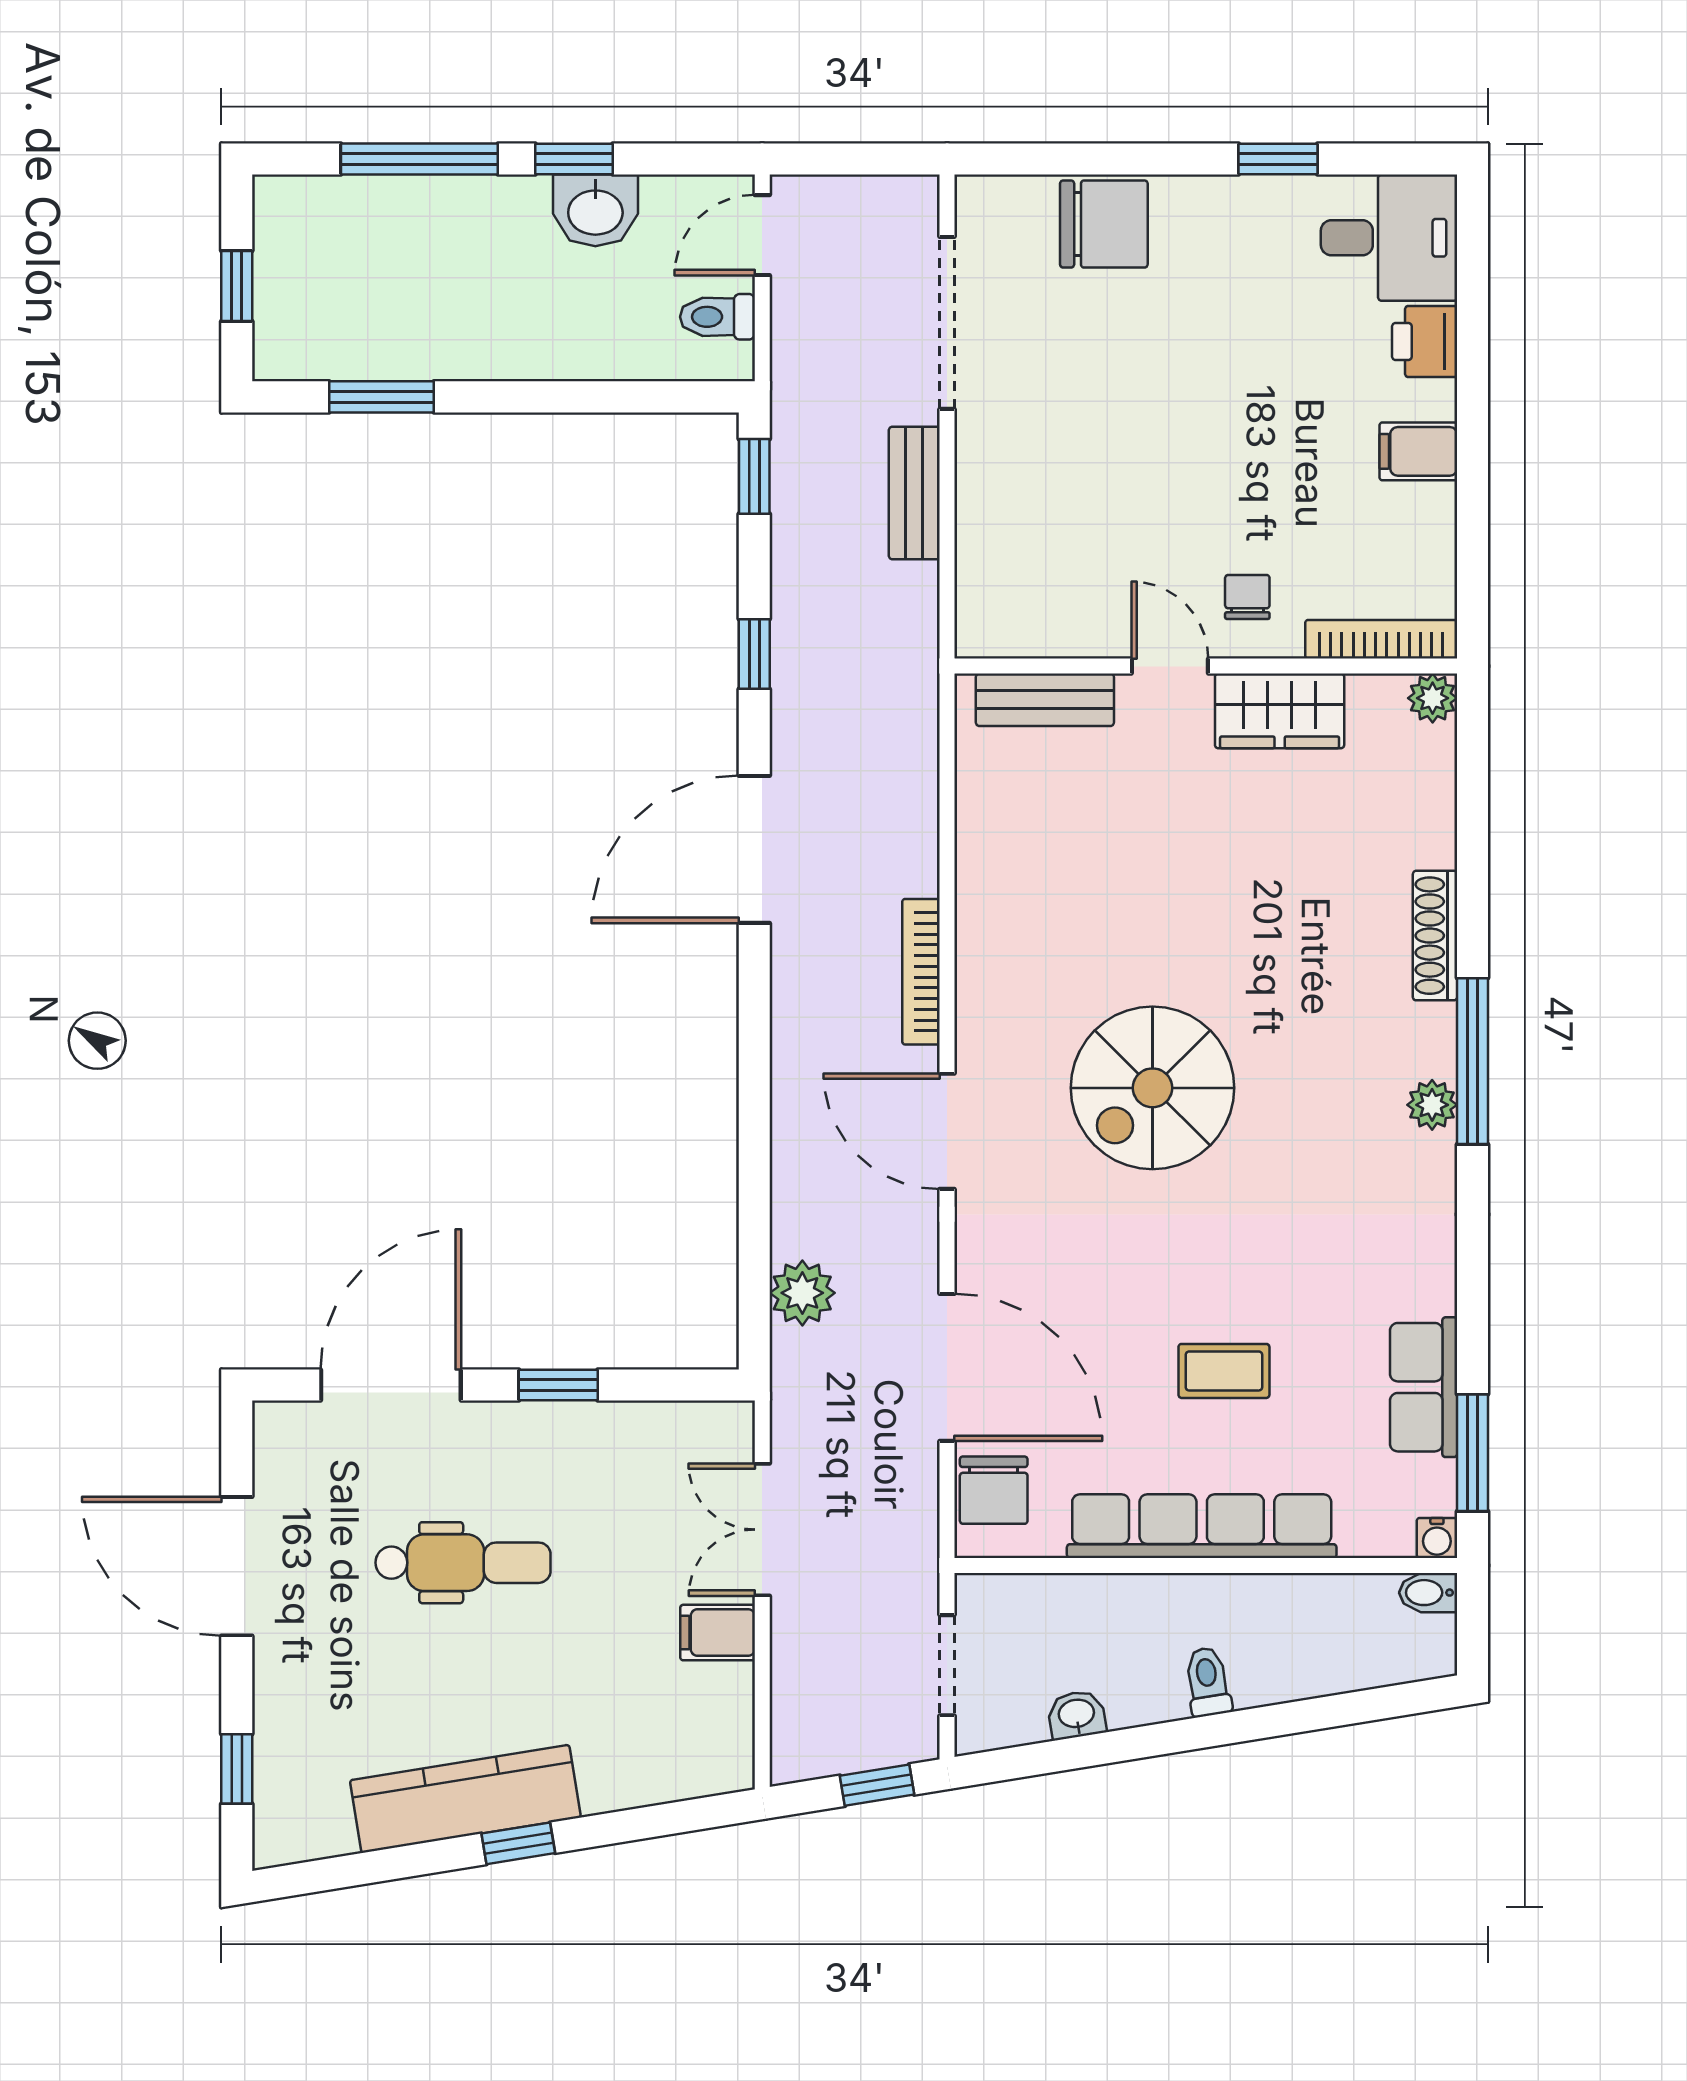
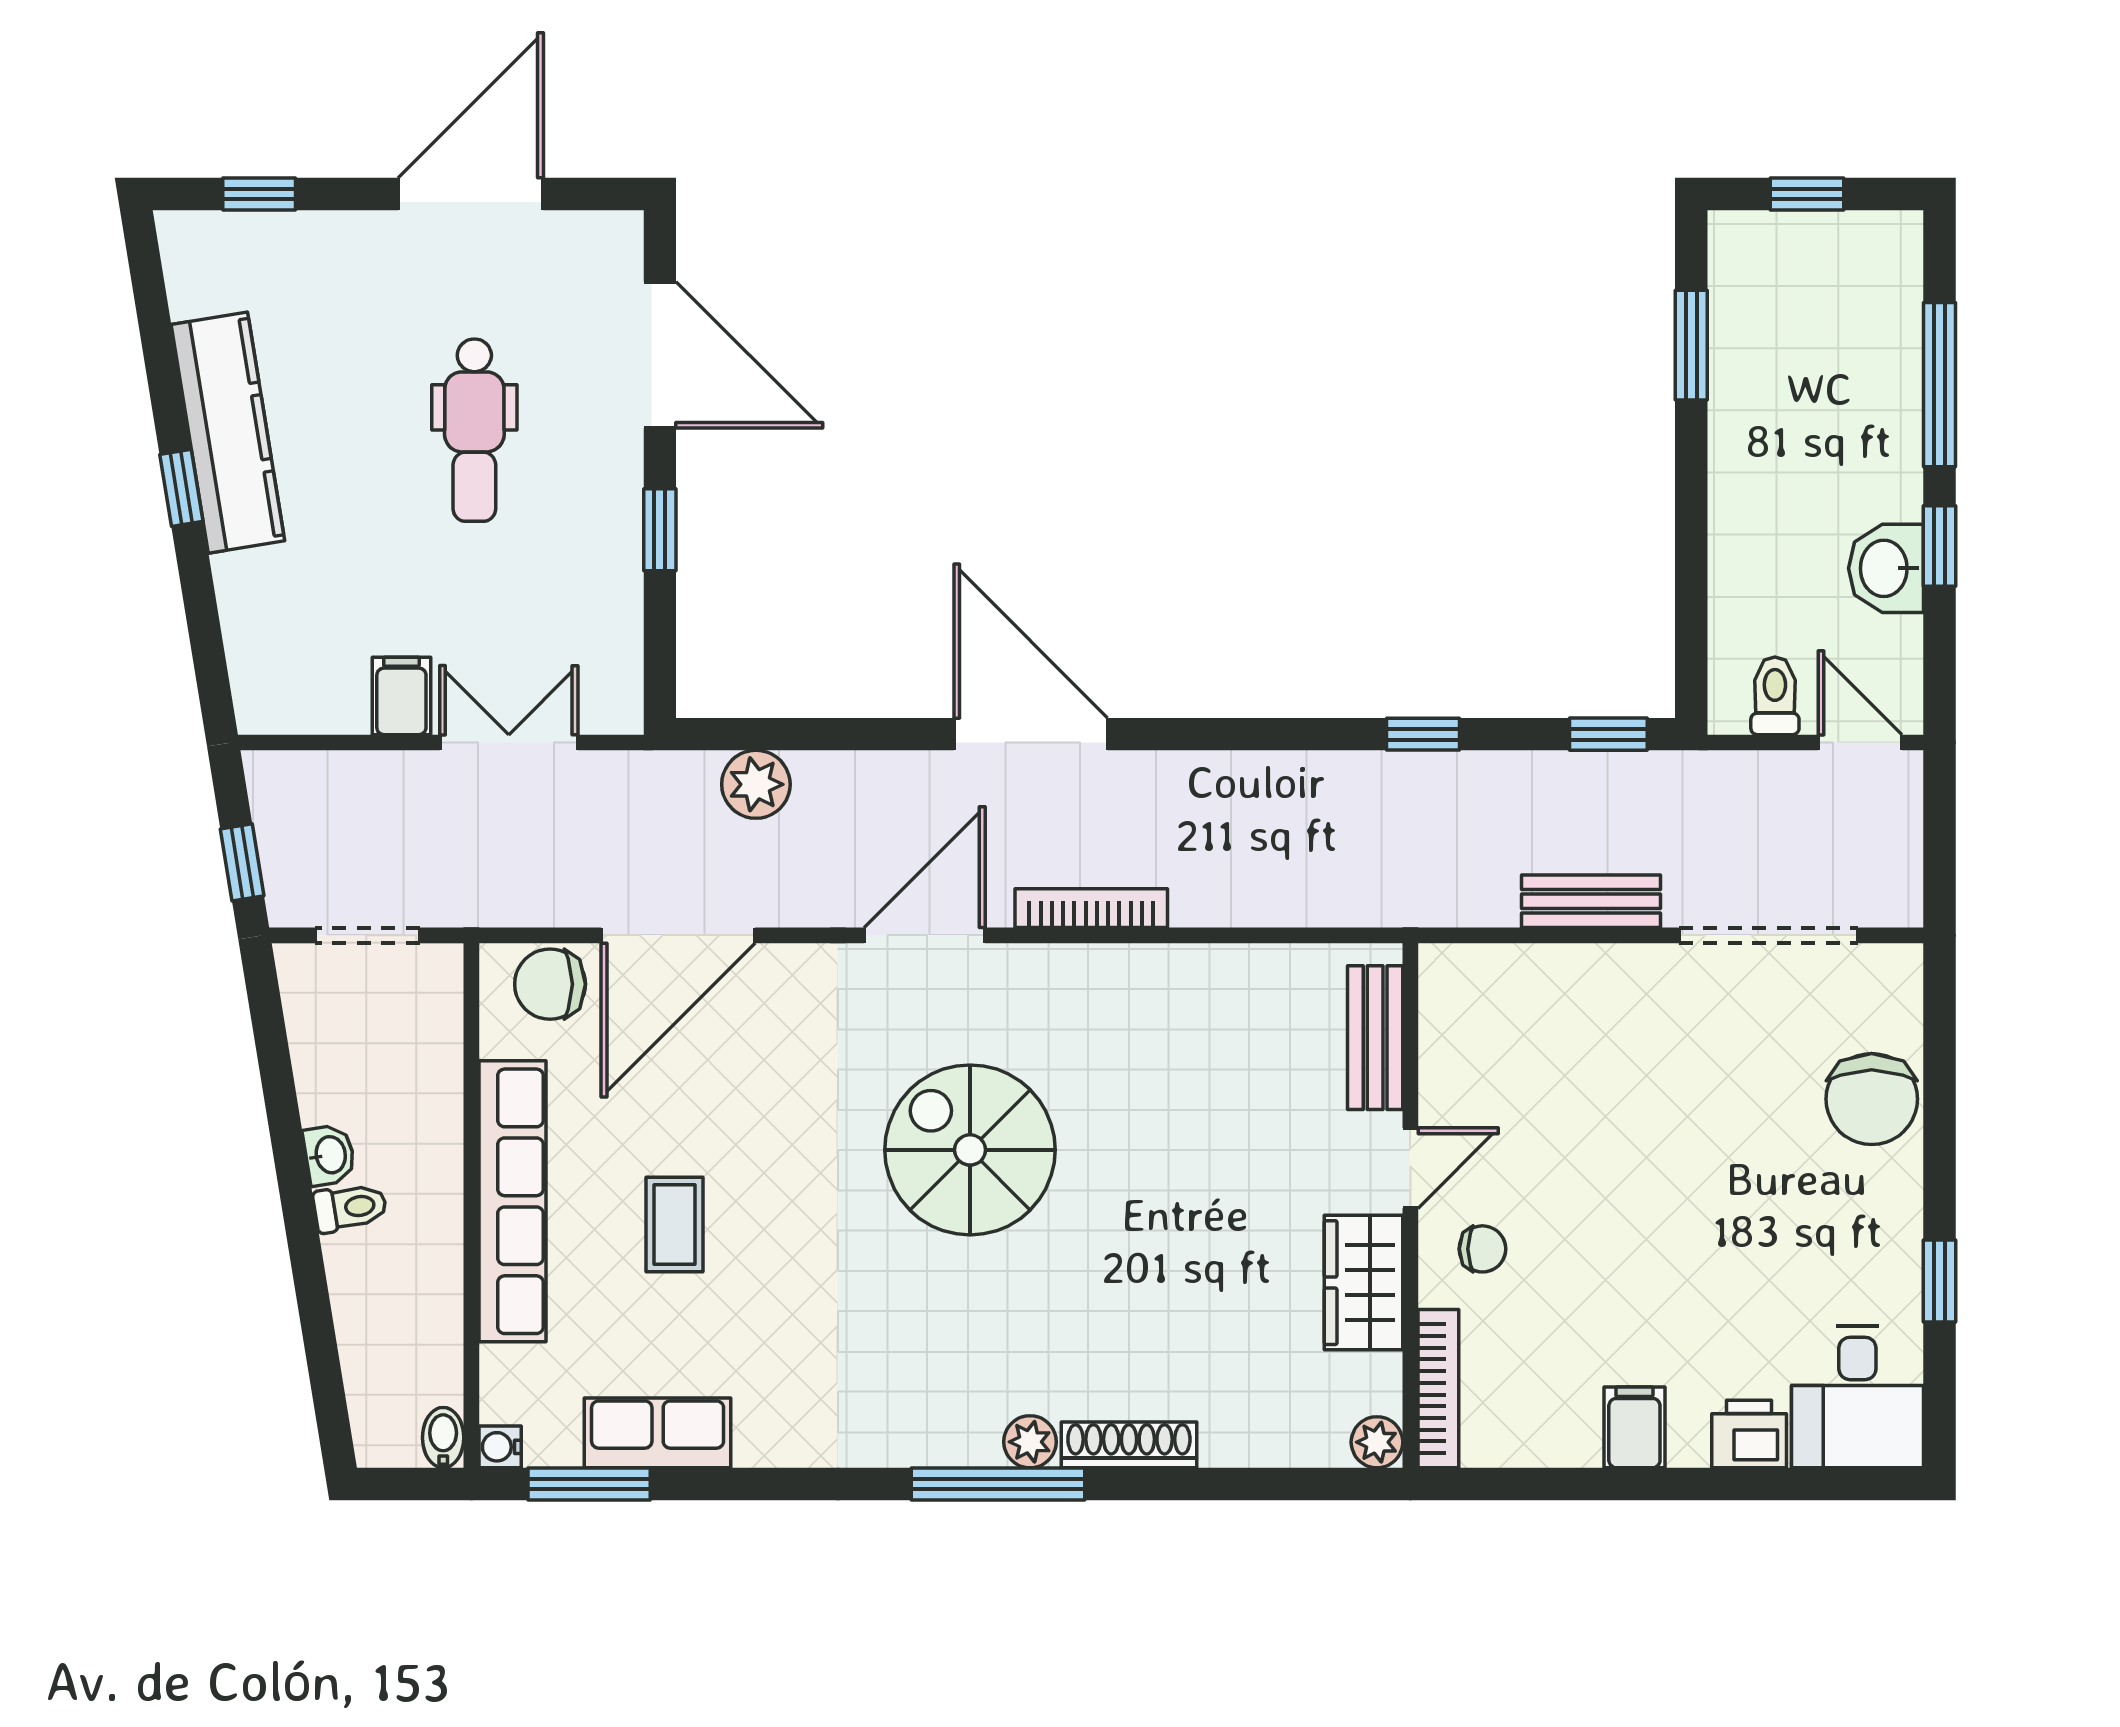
door: (754, 849) -> (1031, 734), moved
plant: (1432, 1105) -> (1030, 1442), moved
washbasin: (1077, 1715) -> (329, 1155), moved

